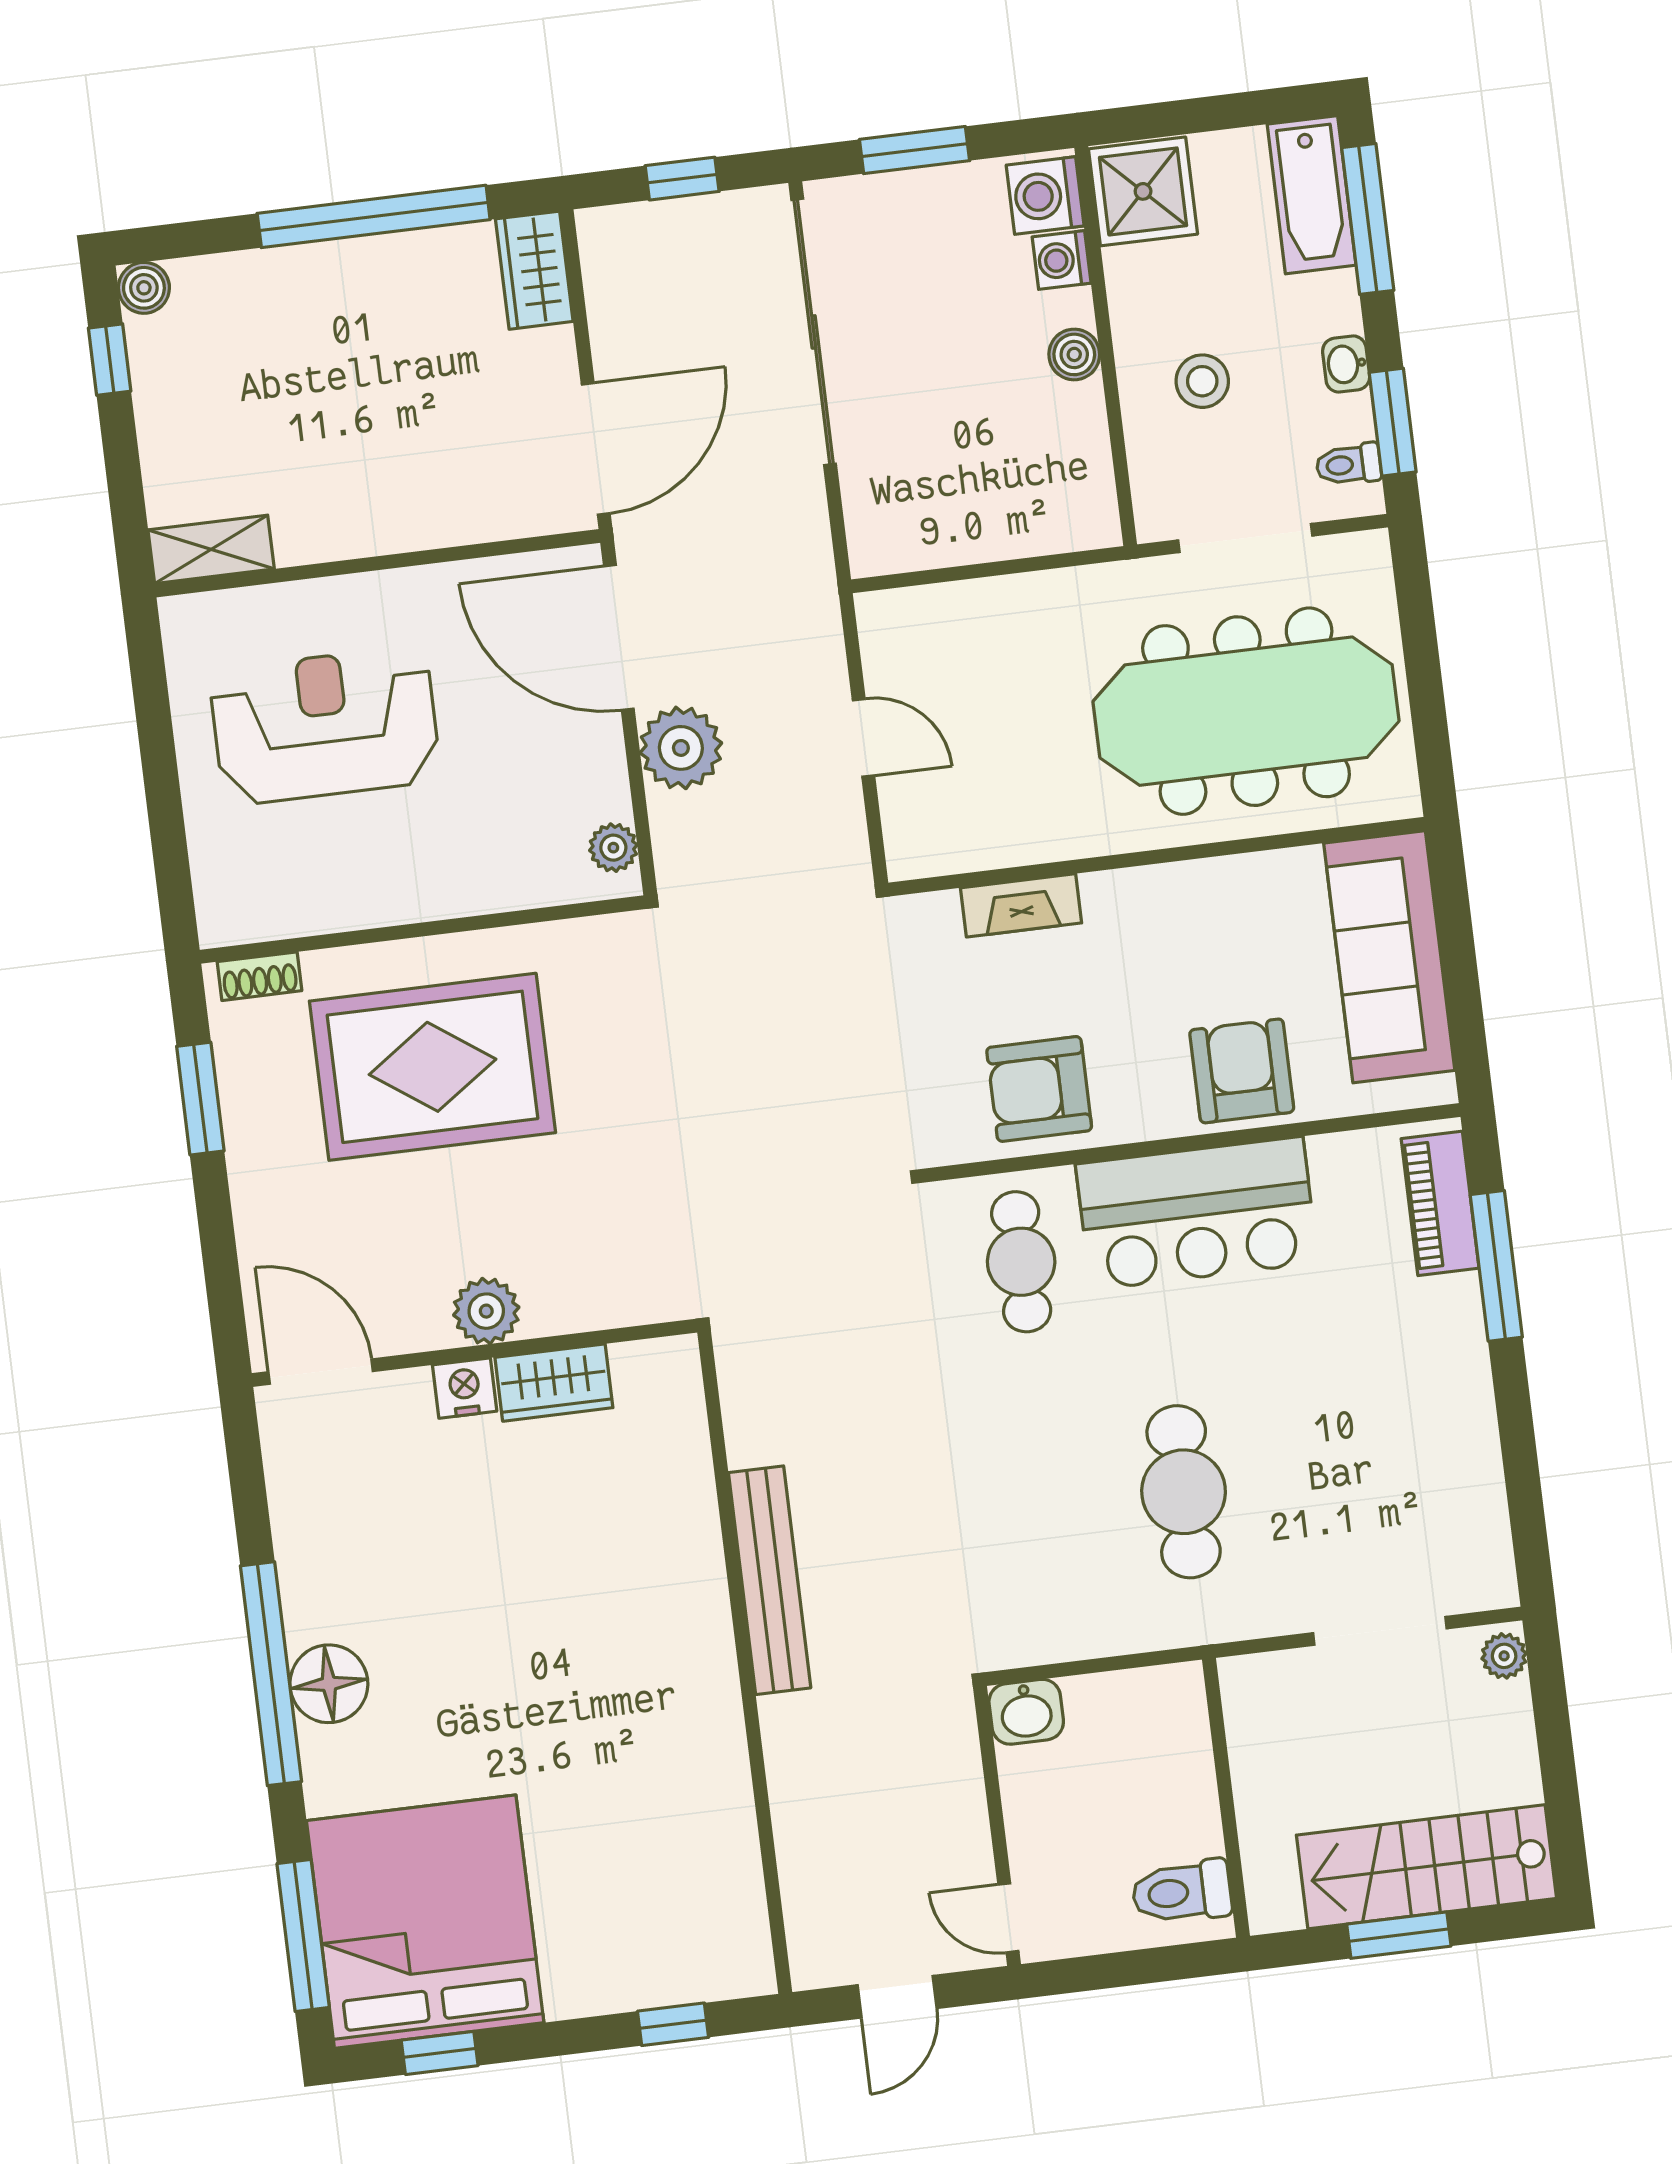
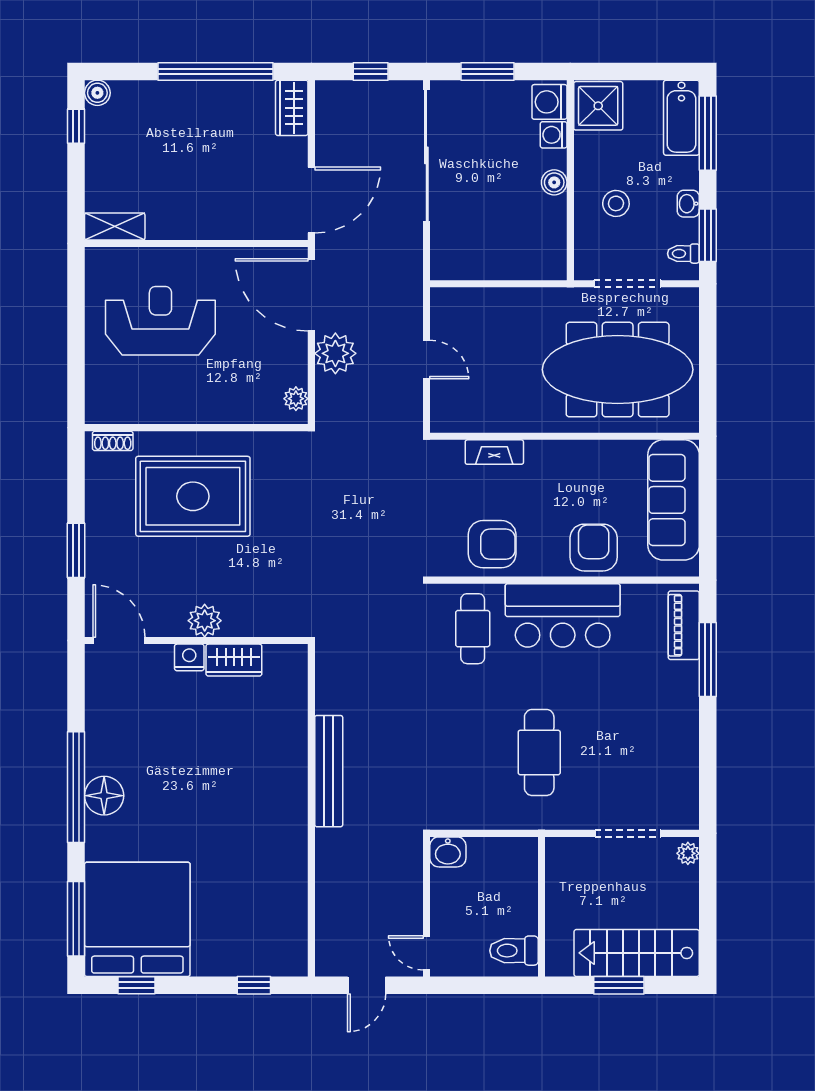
armchair: (1039, 1089) -> (492, 544), turned 180
window: (200, 1099) -> (76, 550), moved

